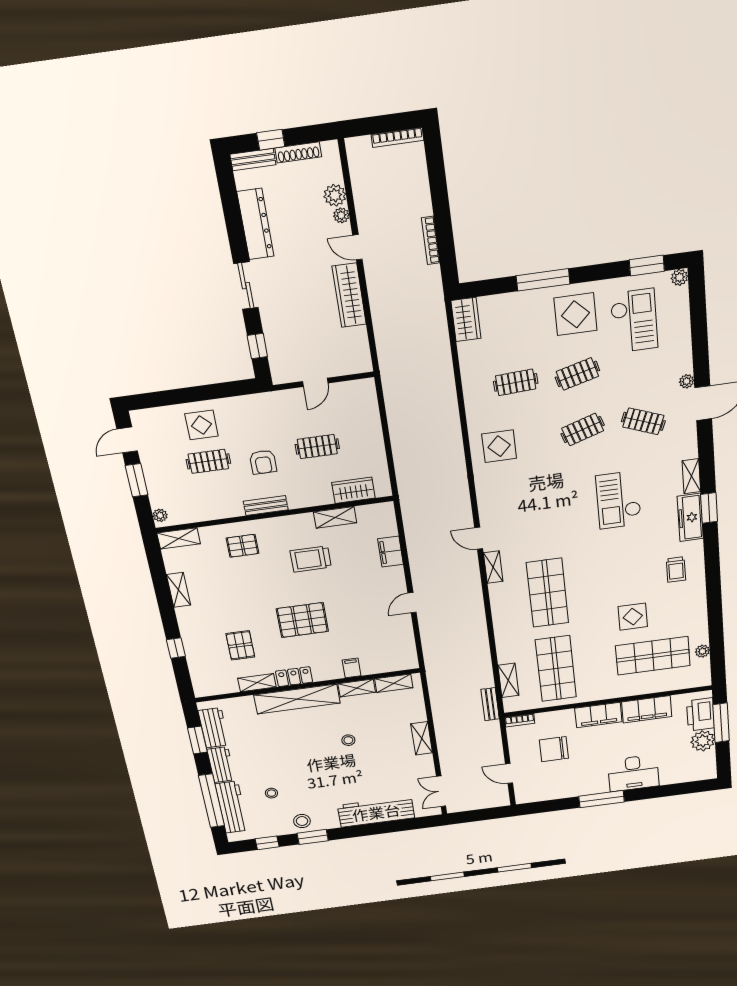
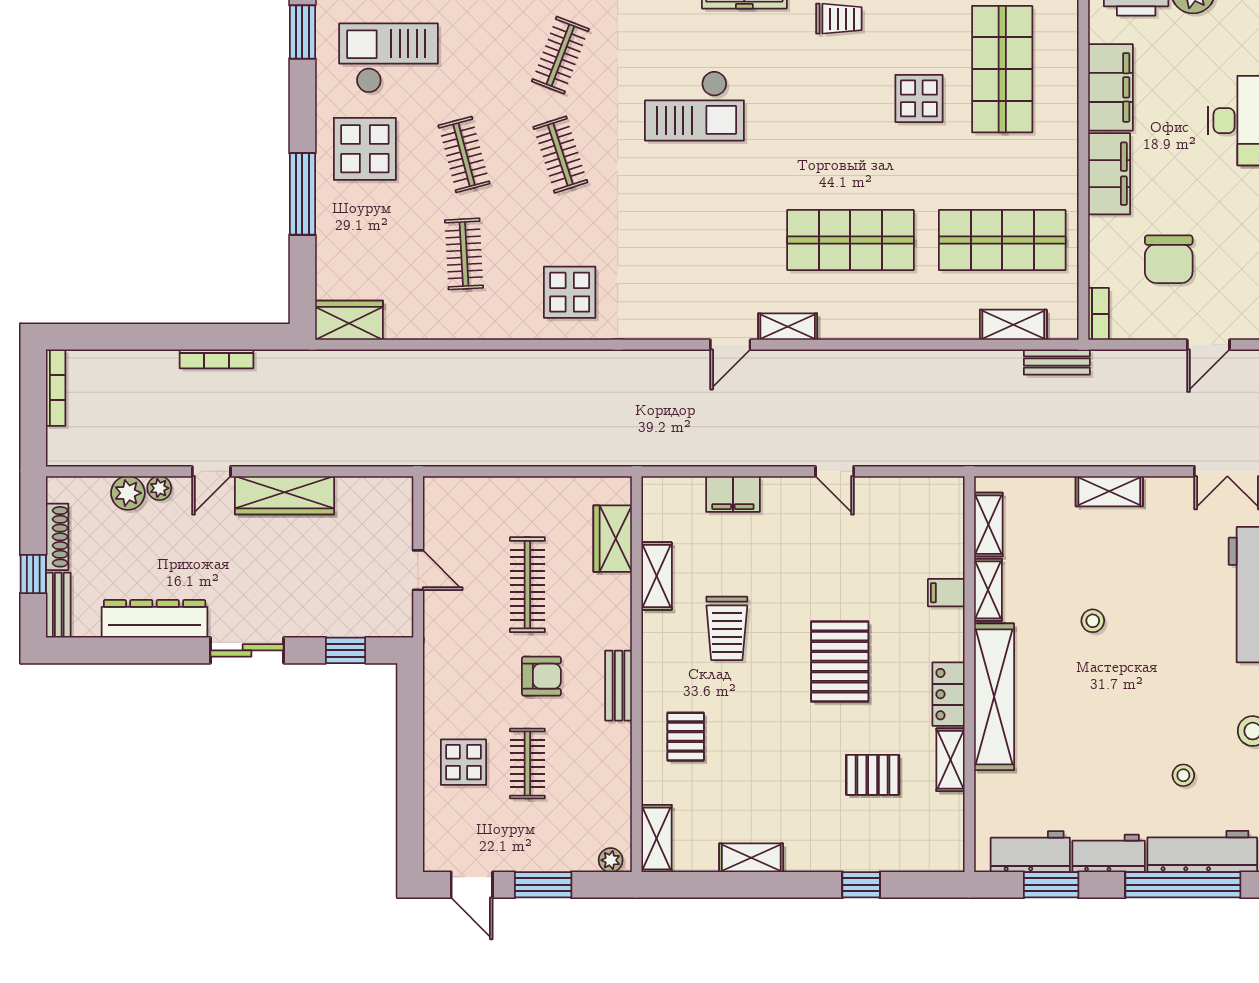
clothes rail: (317, 447) -> (527, 585), width x1.36

